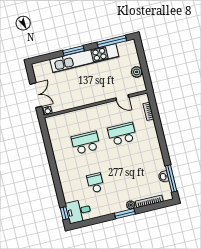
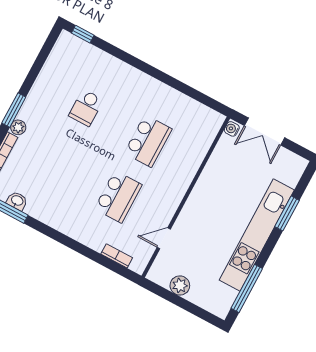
window: (73, 51) -> (287, 213), moved
school desk: (95, 183) -> (86, 108), turned 90
desk: (79, 211) -> (69, 54), removed

